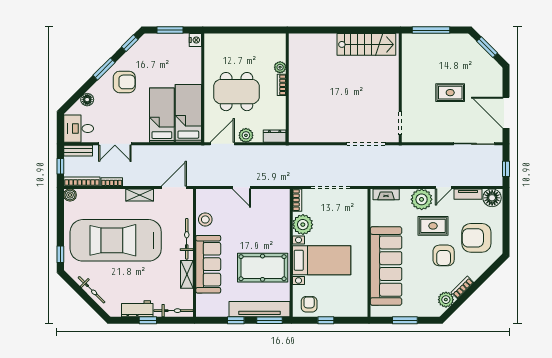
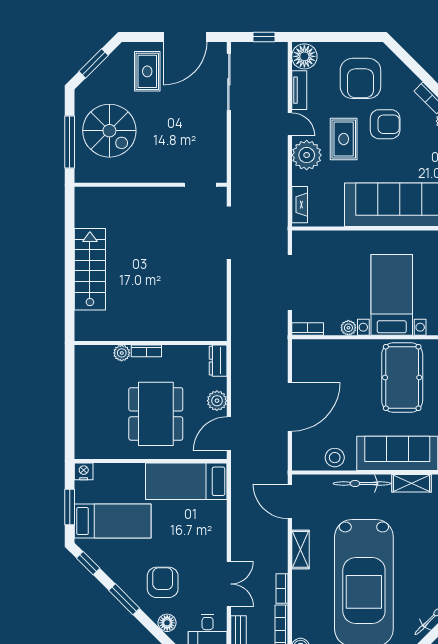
stairs: (366, 44) -> (90, 269), moved
spiral stairs: (439, 58) -> (109, 131), added
armchair: (124, 82) -> (163, 582), moved
rug: (450, 93) -> (147, 71), moved
bed: (162, 115) -> (113, 521), moved, turned 180
door: (222, 144) -> (229, 434), hinge flipped
door: (241, 187) -> (290, 407), width x1.88
plant: (303, 225) -> (348, 328), width x0.53, depth x0.53

